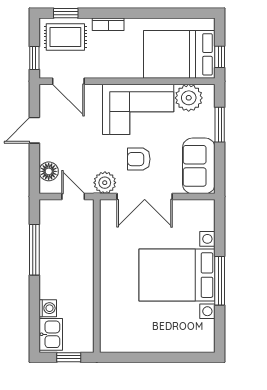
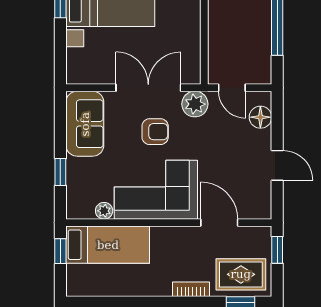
bed: (179, 54) -> (108, 245), width x0.67
door: (68, 81) -> (219, 223), moved
plant: (189, 98) -> (104, 211), width x0.53, depth x0.53
window: (220, 125) -> (60, 172), width x0.67
door: (34, 130) -> (277, 165), hinge flipped

